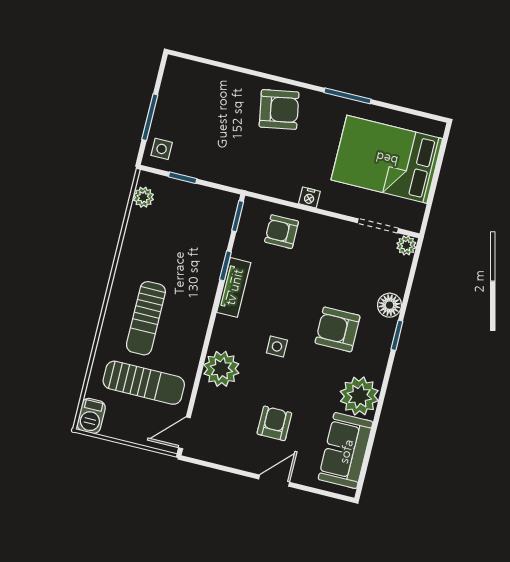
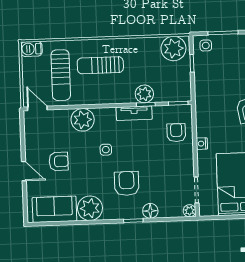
plant: (143, 197) -> (173, 49), width x1.87, depth x1.87
plant: (209, 264) -> (144, 94), added

